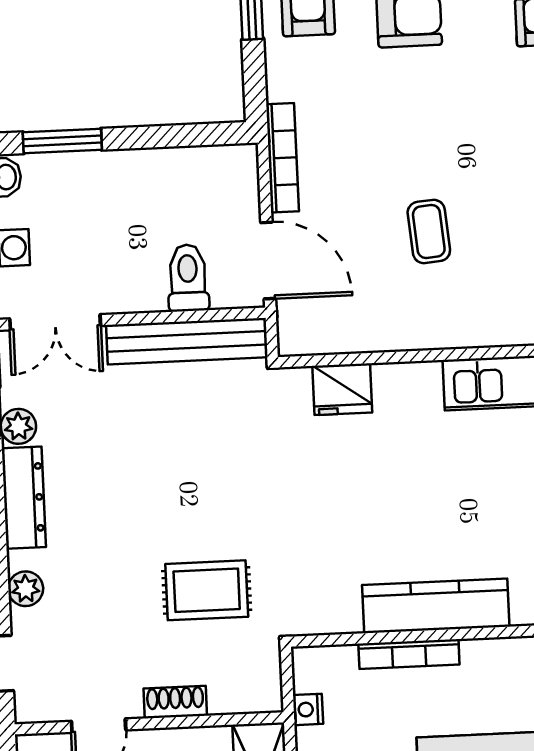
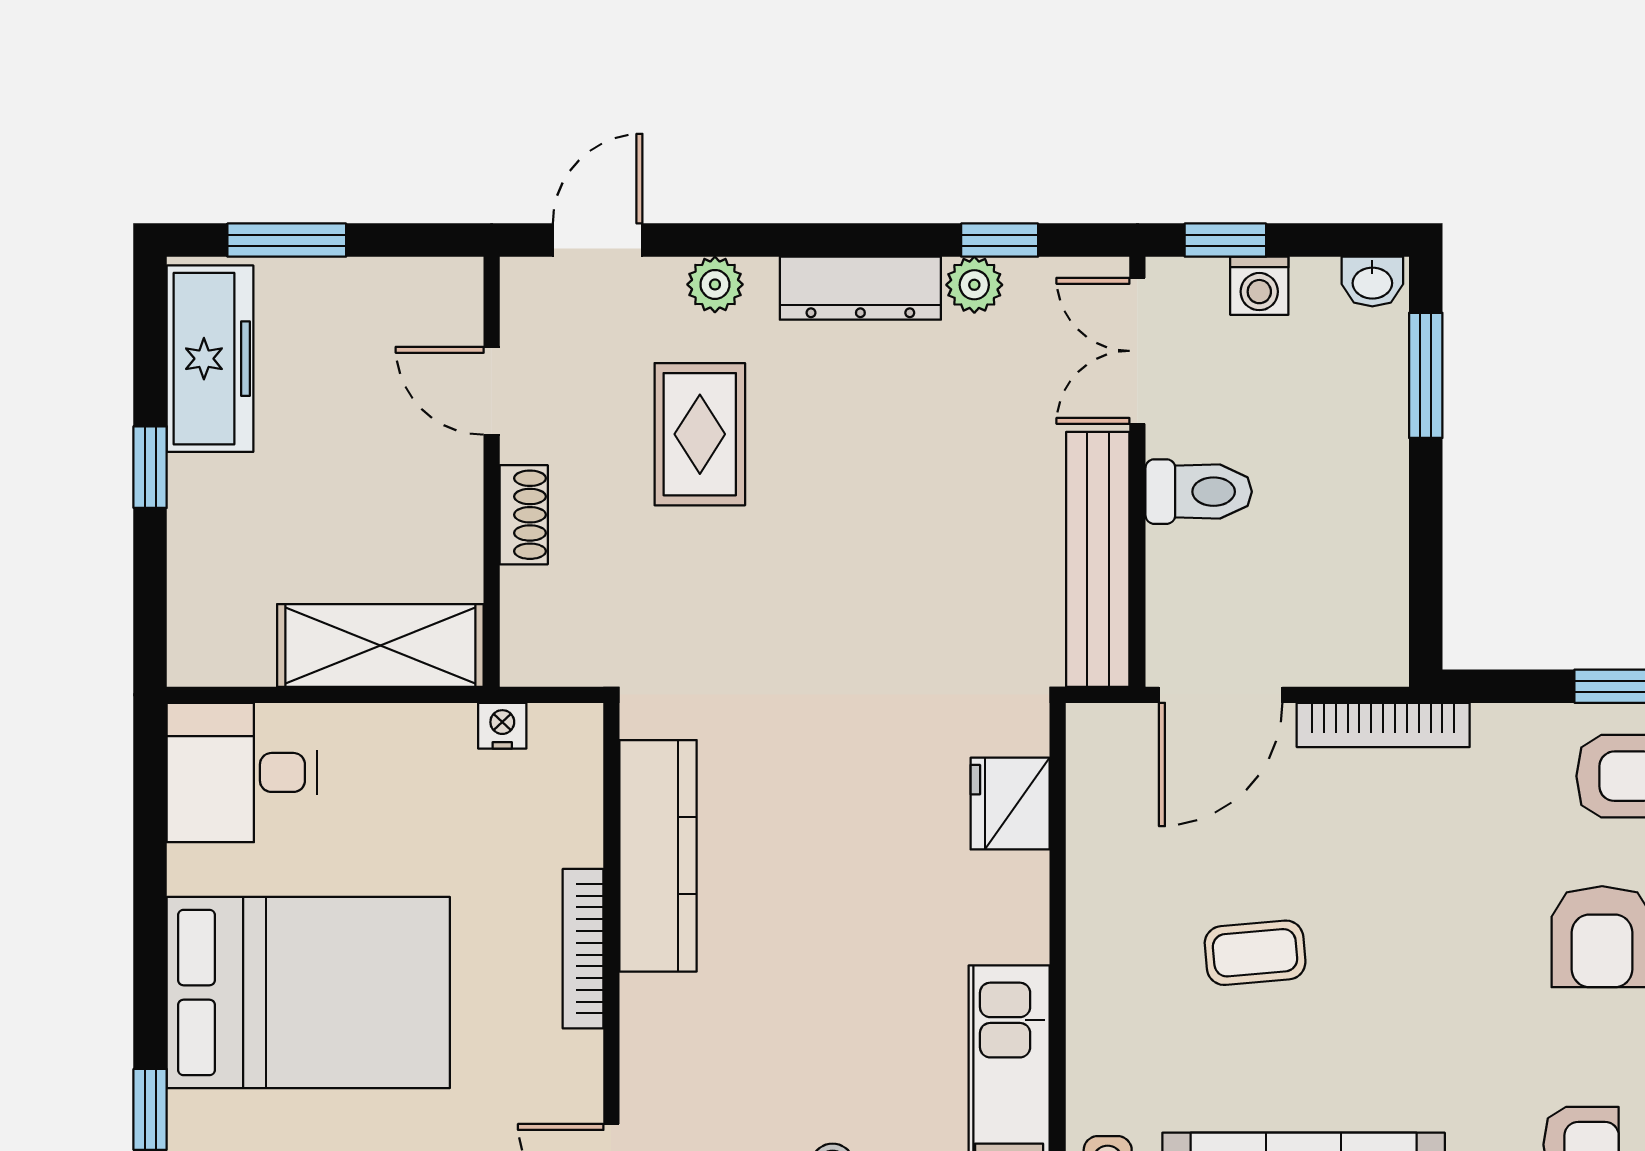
toilet: (188, 278) -> (1199, 492), moved
rug: (207, 590) -> (700, 434), moved
kitchen counter: (436, 606) -> (658, 856), moved
bookcase: (409, 654) -> (583, 949), moved

